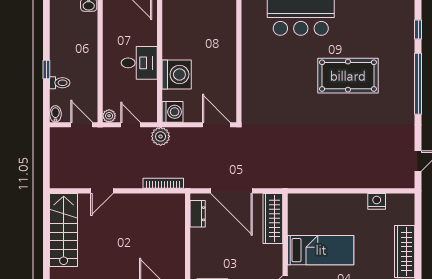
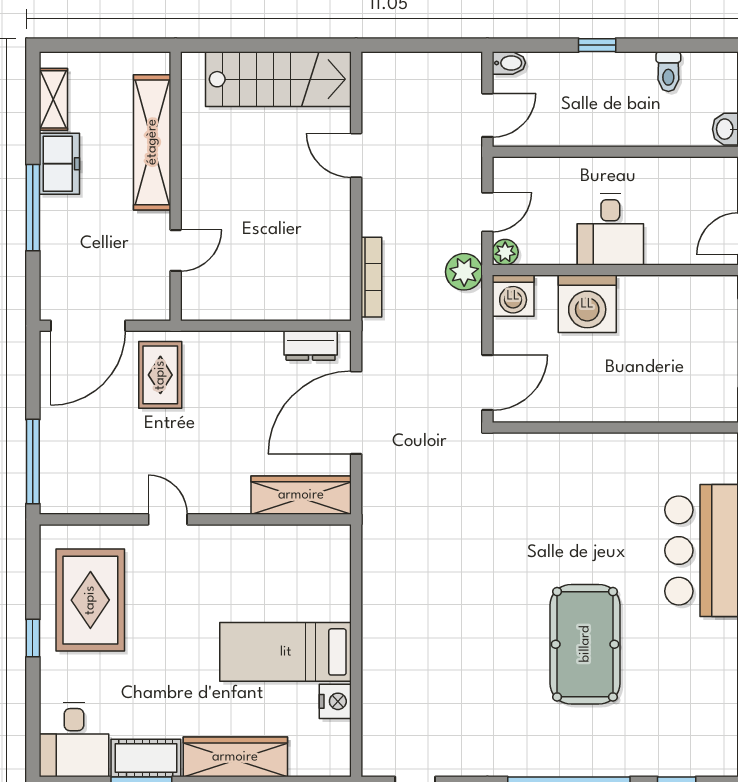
toilet: (60, 83) -> (668, 72), moved
plant: (109, 116) -> (505, 252), moved
bed: (321, 250) -> (286, 652), moved, turned 90

